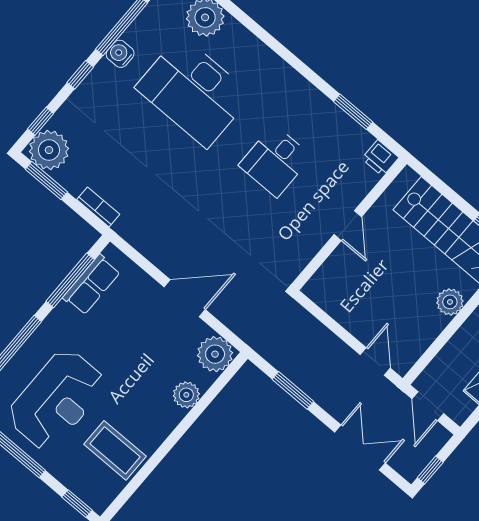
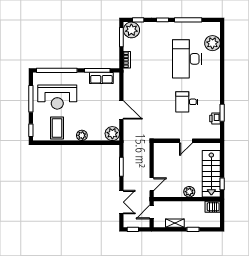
water cooler: (120, 54) -> (179, 27), removed
printer: (380, 158) -> (215, 119), moved
plant: (186, 395) -> (82, 135), moved

